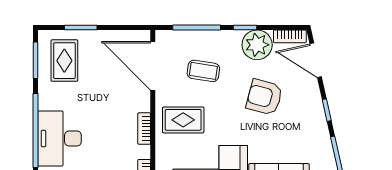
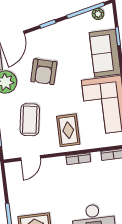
door: (153, 66) -> (31, 158), width x0.53
coffee table: (203, 71) -> (30, 120), width x1.36, depth x1.30

